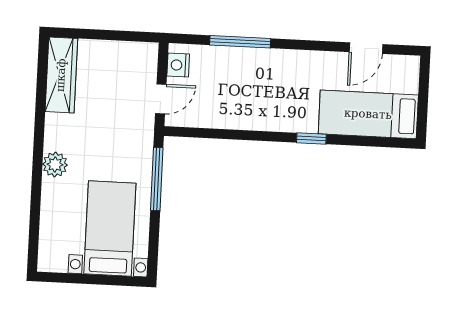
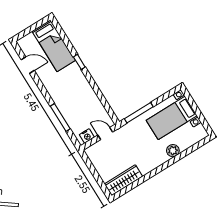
plant: (55, 165) -> (173, 151), moved

